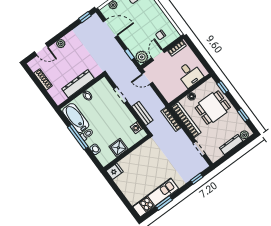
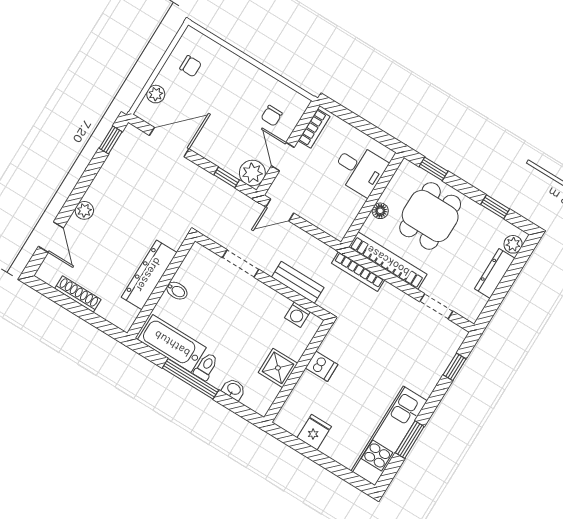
door: (41, 49) -> (51, 237), hinge flipped
dishwasher: (138, 155) -> (322, 366), added
fridge: (115, 171) -> (314, 432), moved

